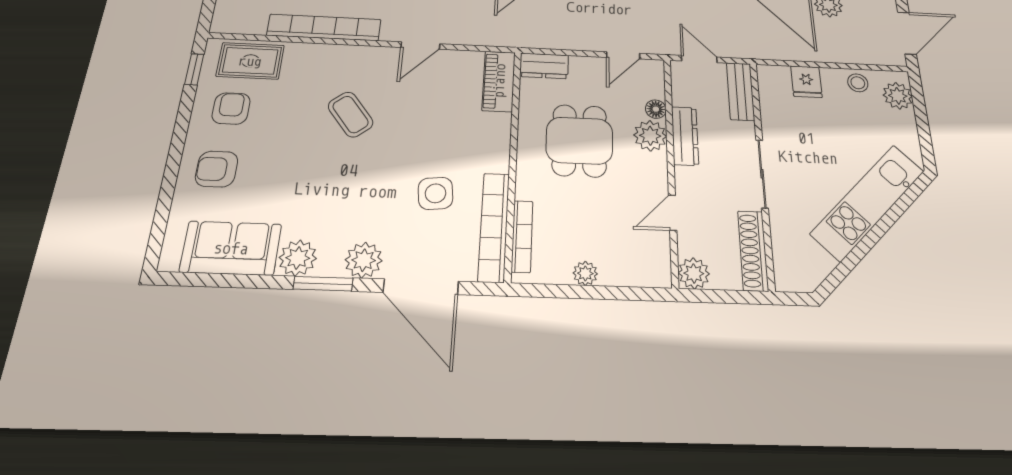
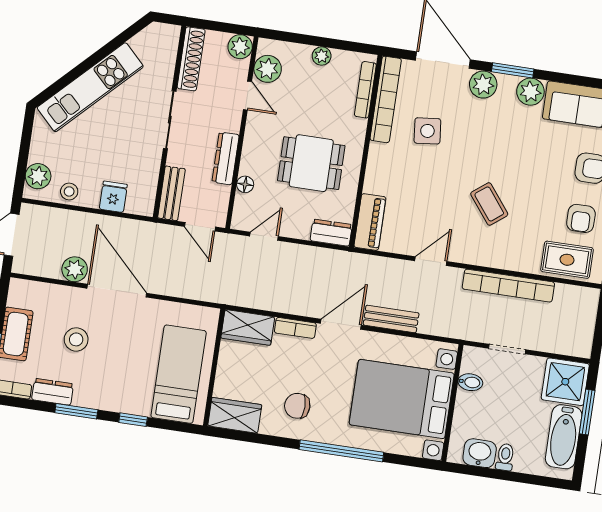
plant: (650, 136) -> (268, 69), moved
dining table: (579, 141) -> (311, 163), turned 90
door: (673, 213) -> (247, 96), hinge flipped

